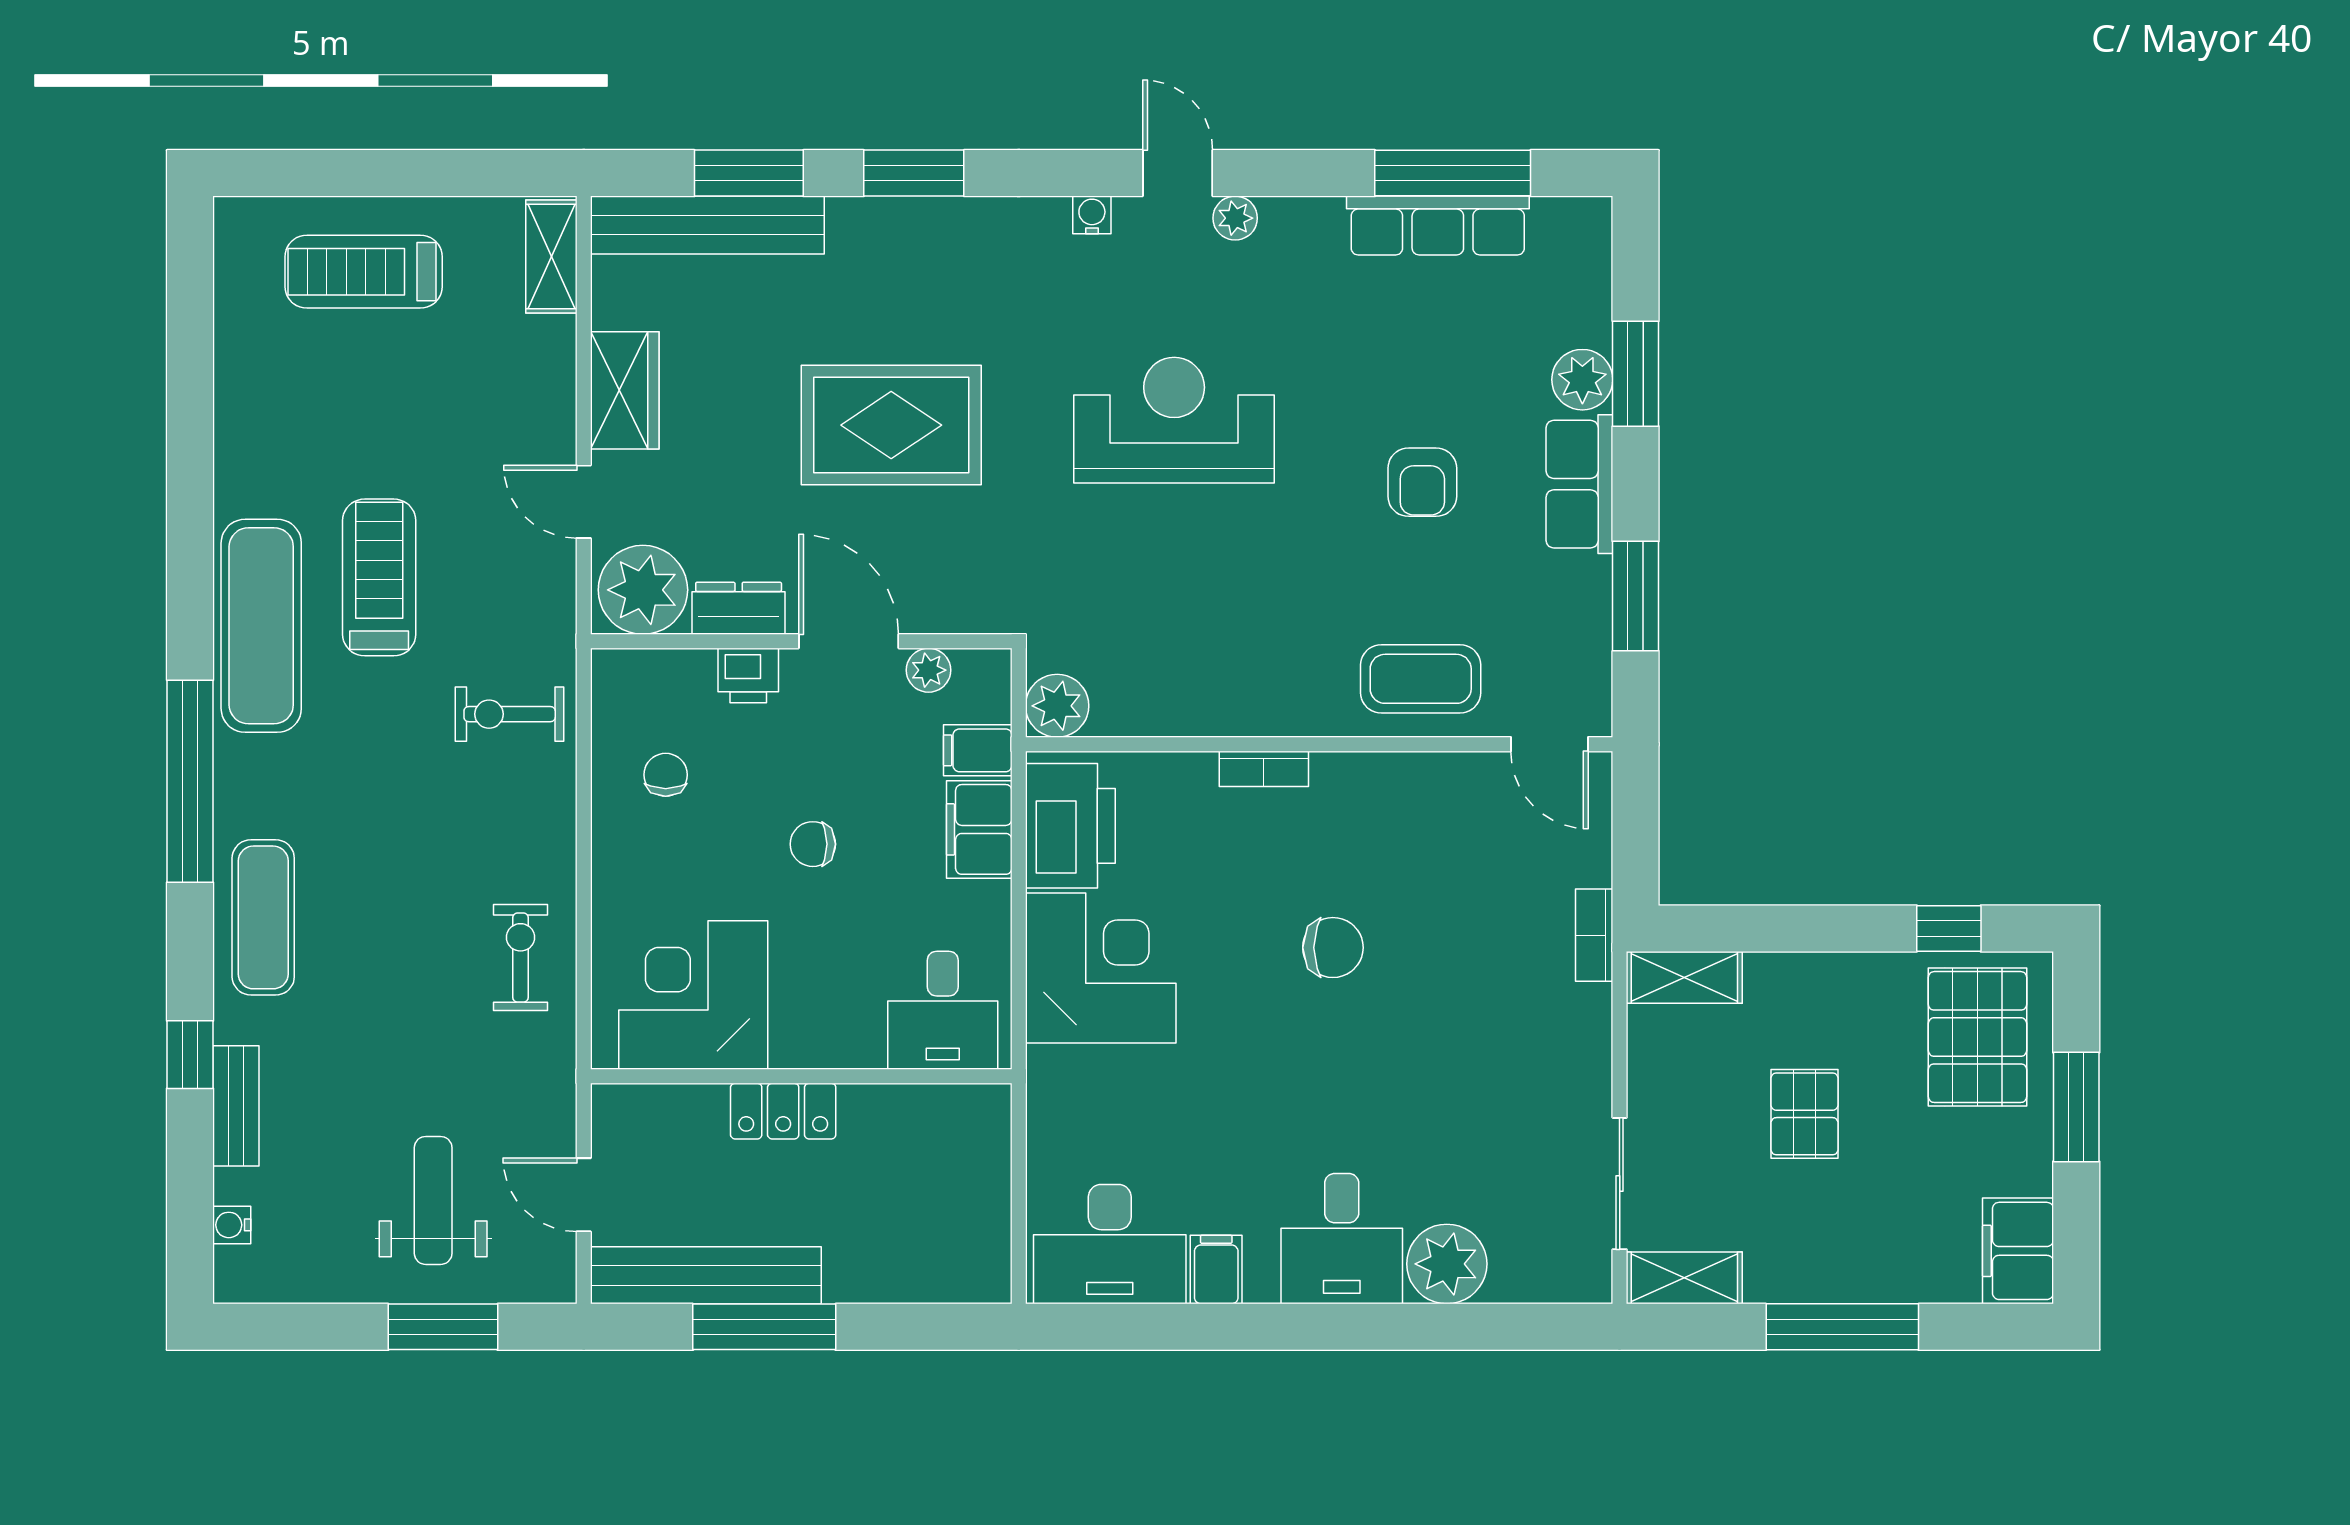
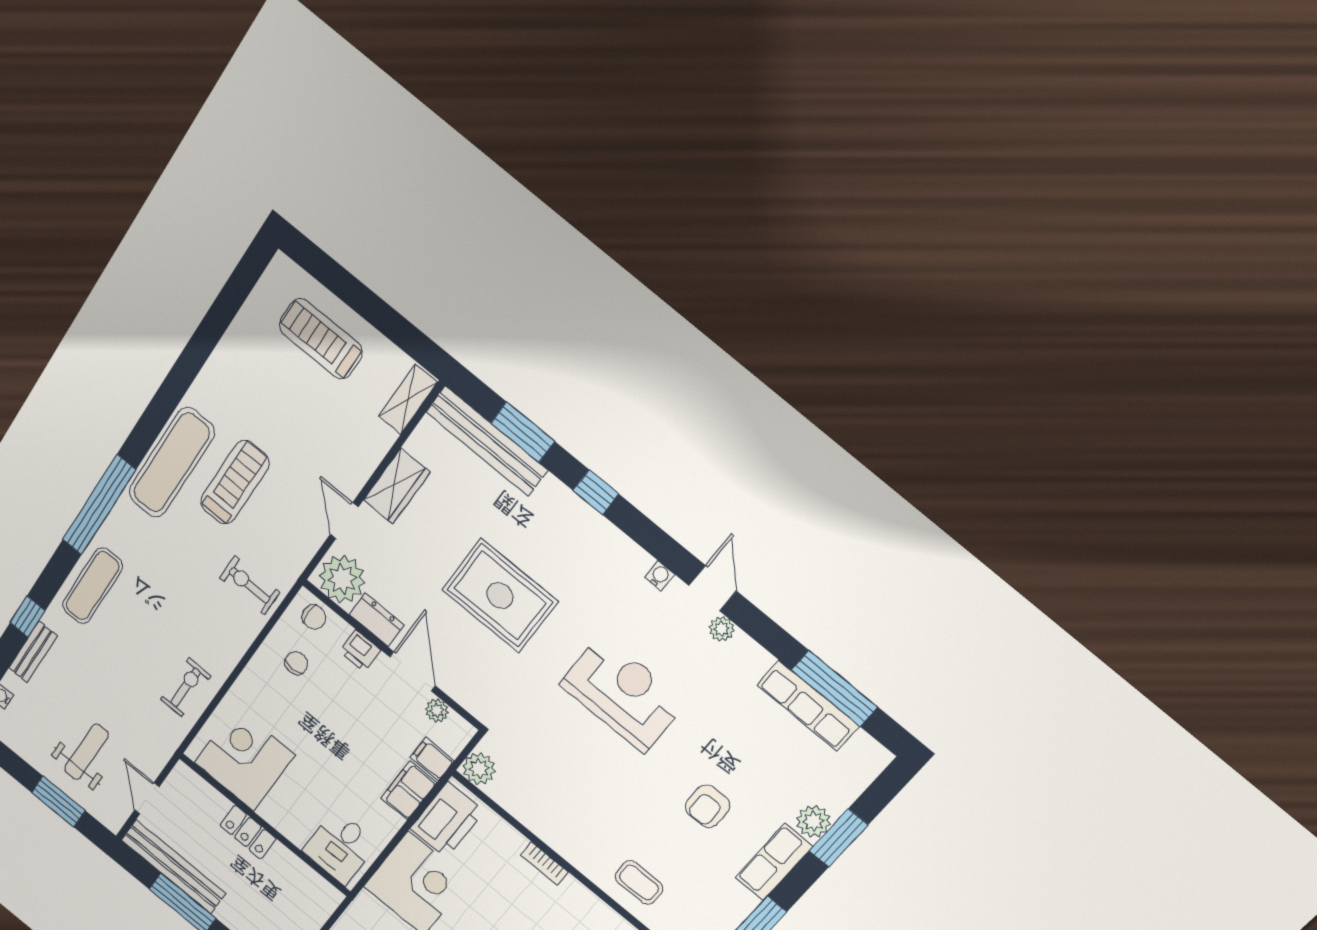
window: (914, 173) -> (596, 492), width x0.67
coffee table: (1421, 679) -> (639, 883), width x0.73, depth x0.77
chair: (813, 844) -> (314, 617), moved, turned 180

